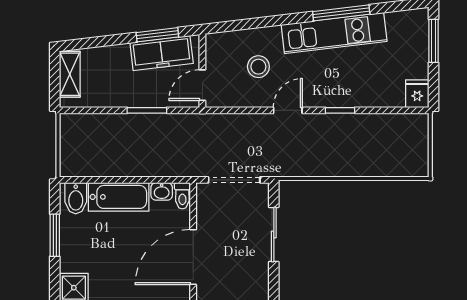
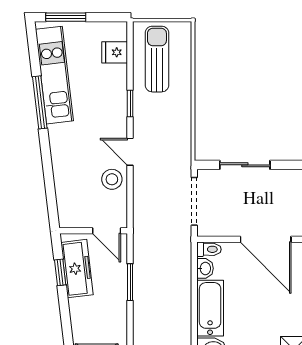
kitchen unit: (334, 33) -> (54, 75), moved
window: (157, 35) -> (60, 272), width x0.67
stool: (258, 67) -> (112, 179), moved
fridge: (417, 94) -> (115, 52), moved
sun lounger: (388, 140) -> (157, 59), added

